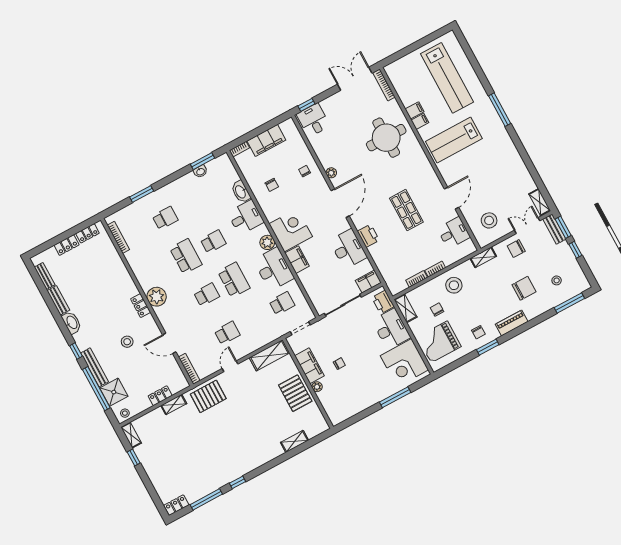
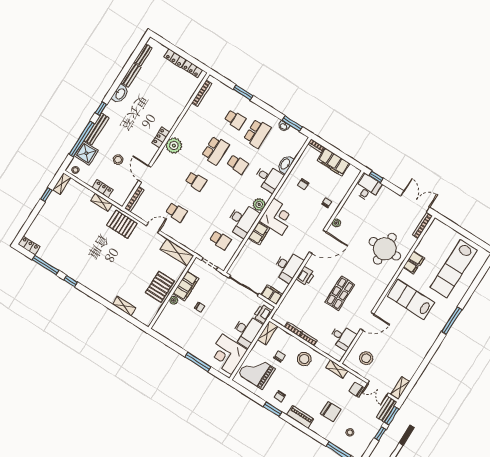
double door: (527, 226) -> (378, 388), swing flipped
school desk: (234, 280) -> (257, 134), moved
stool: (127, 342) -> (118, 160), moved

